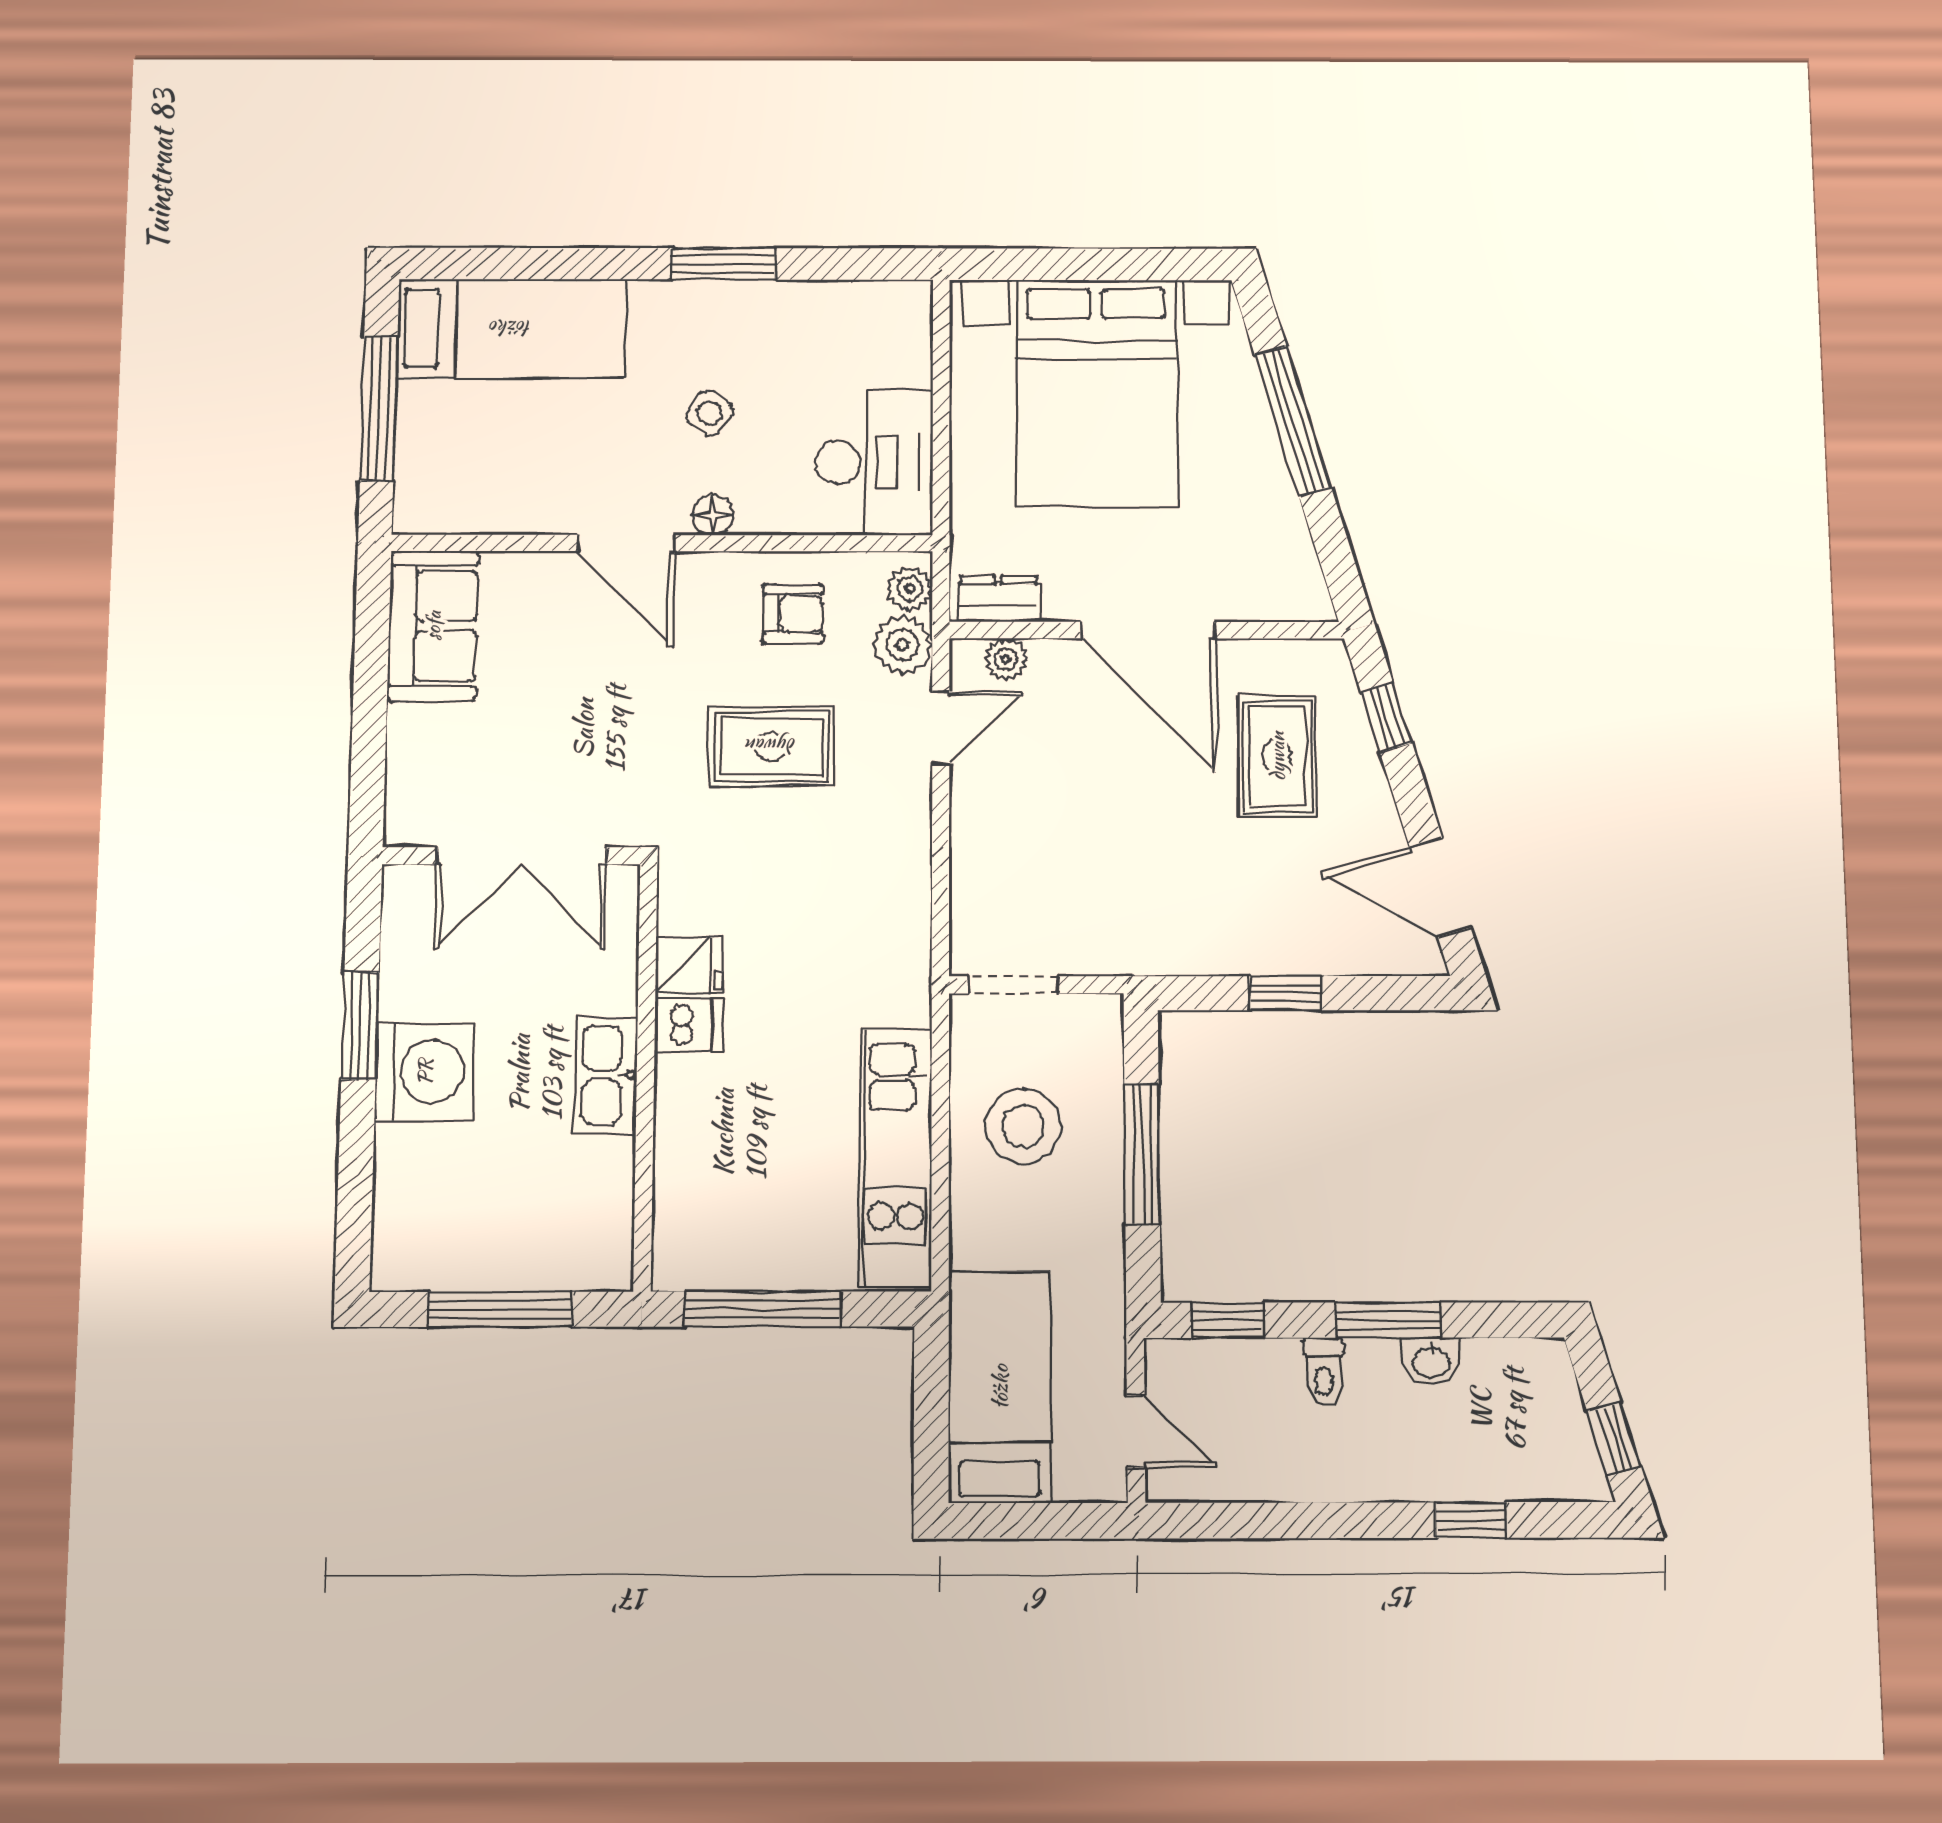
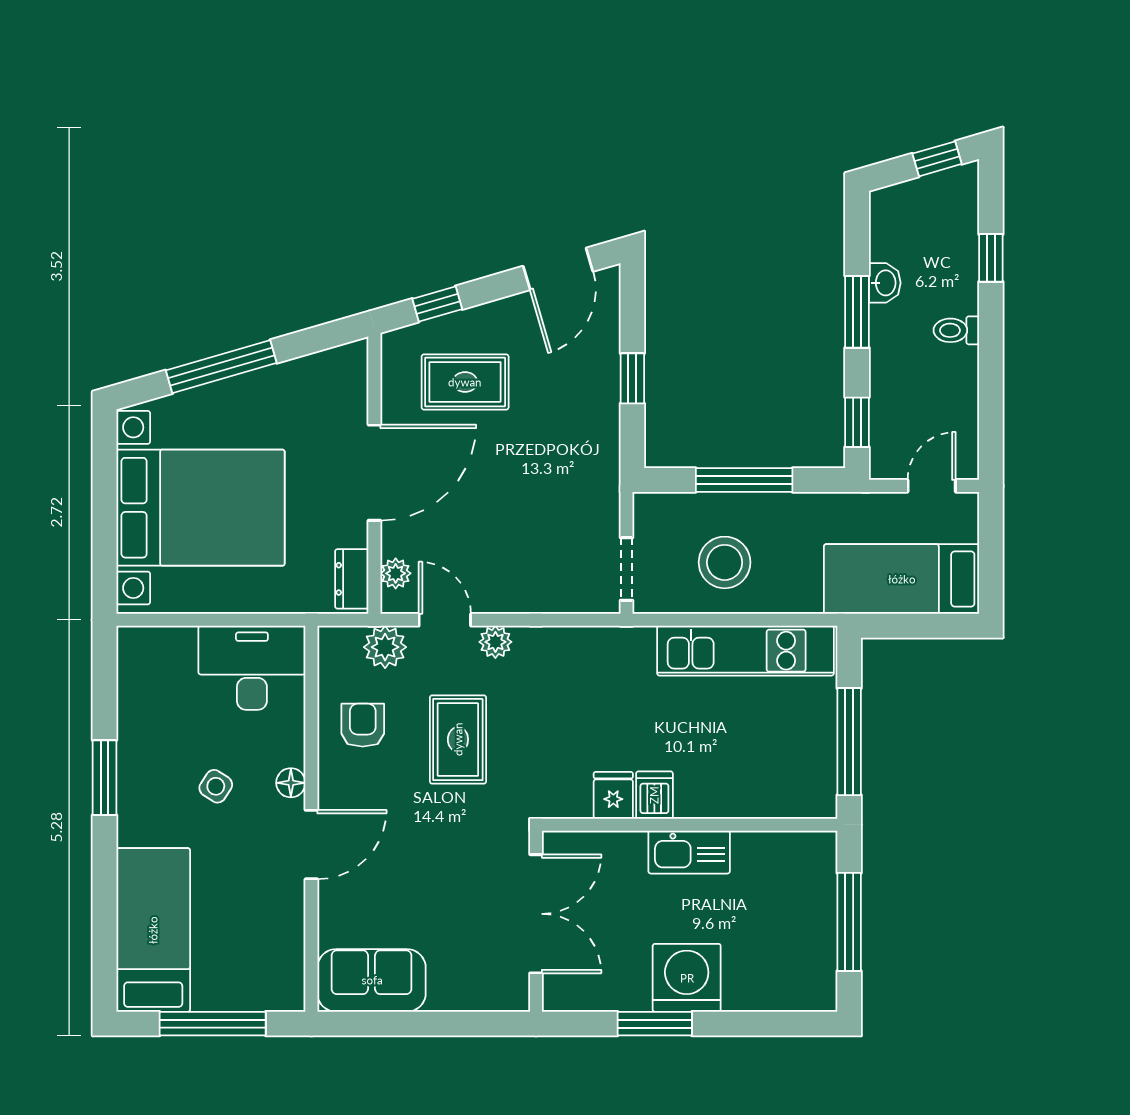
plant: (910, 589) -> (495, 642), moved
toilet: (1323, 1371) -> (956, 330), moved, turned 180

